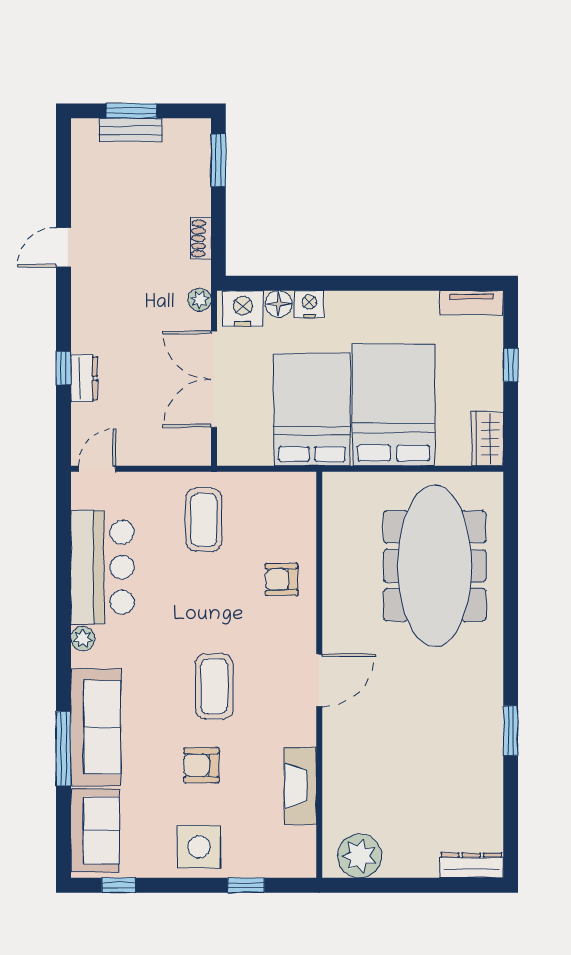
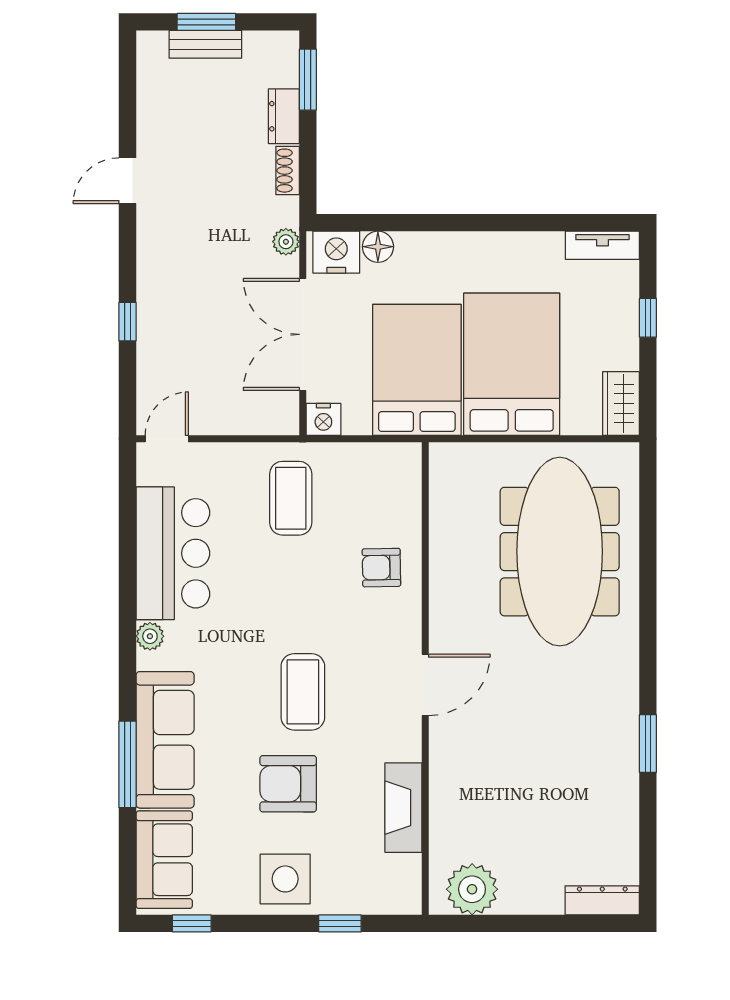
nightstand: (309, 304) -> (323, 419), moved, turned 180
dresser: (84, 378) -> (284, 116), moved, turned 180
armchair: (201, 765) -> (288, 784), width x1.38, depth x1.38

